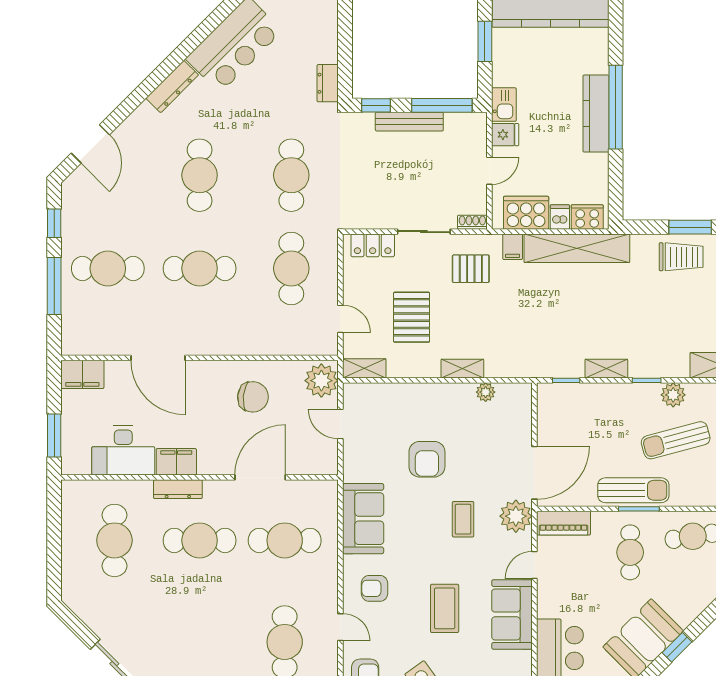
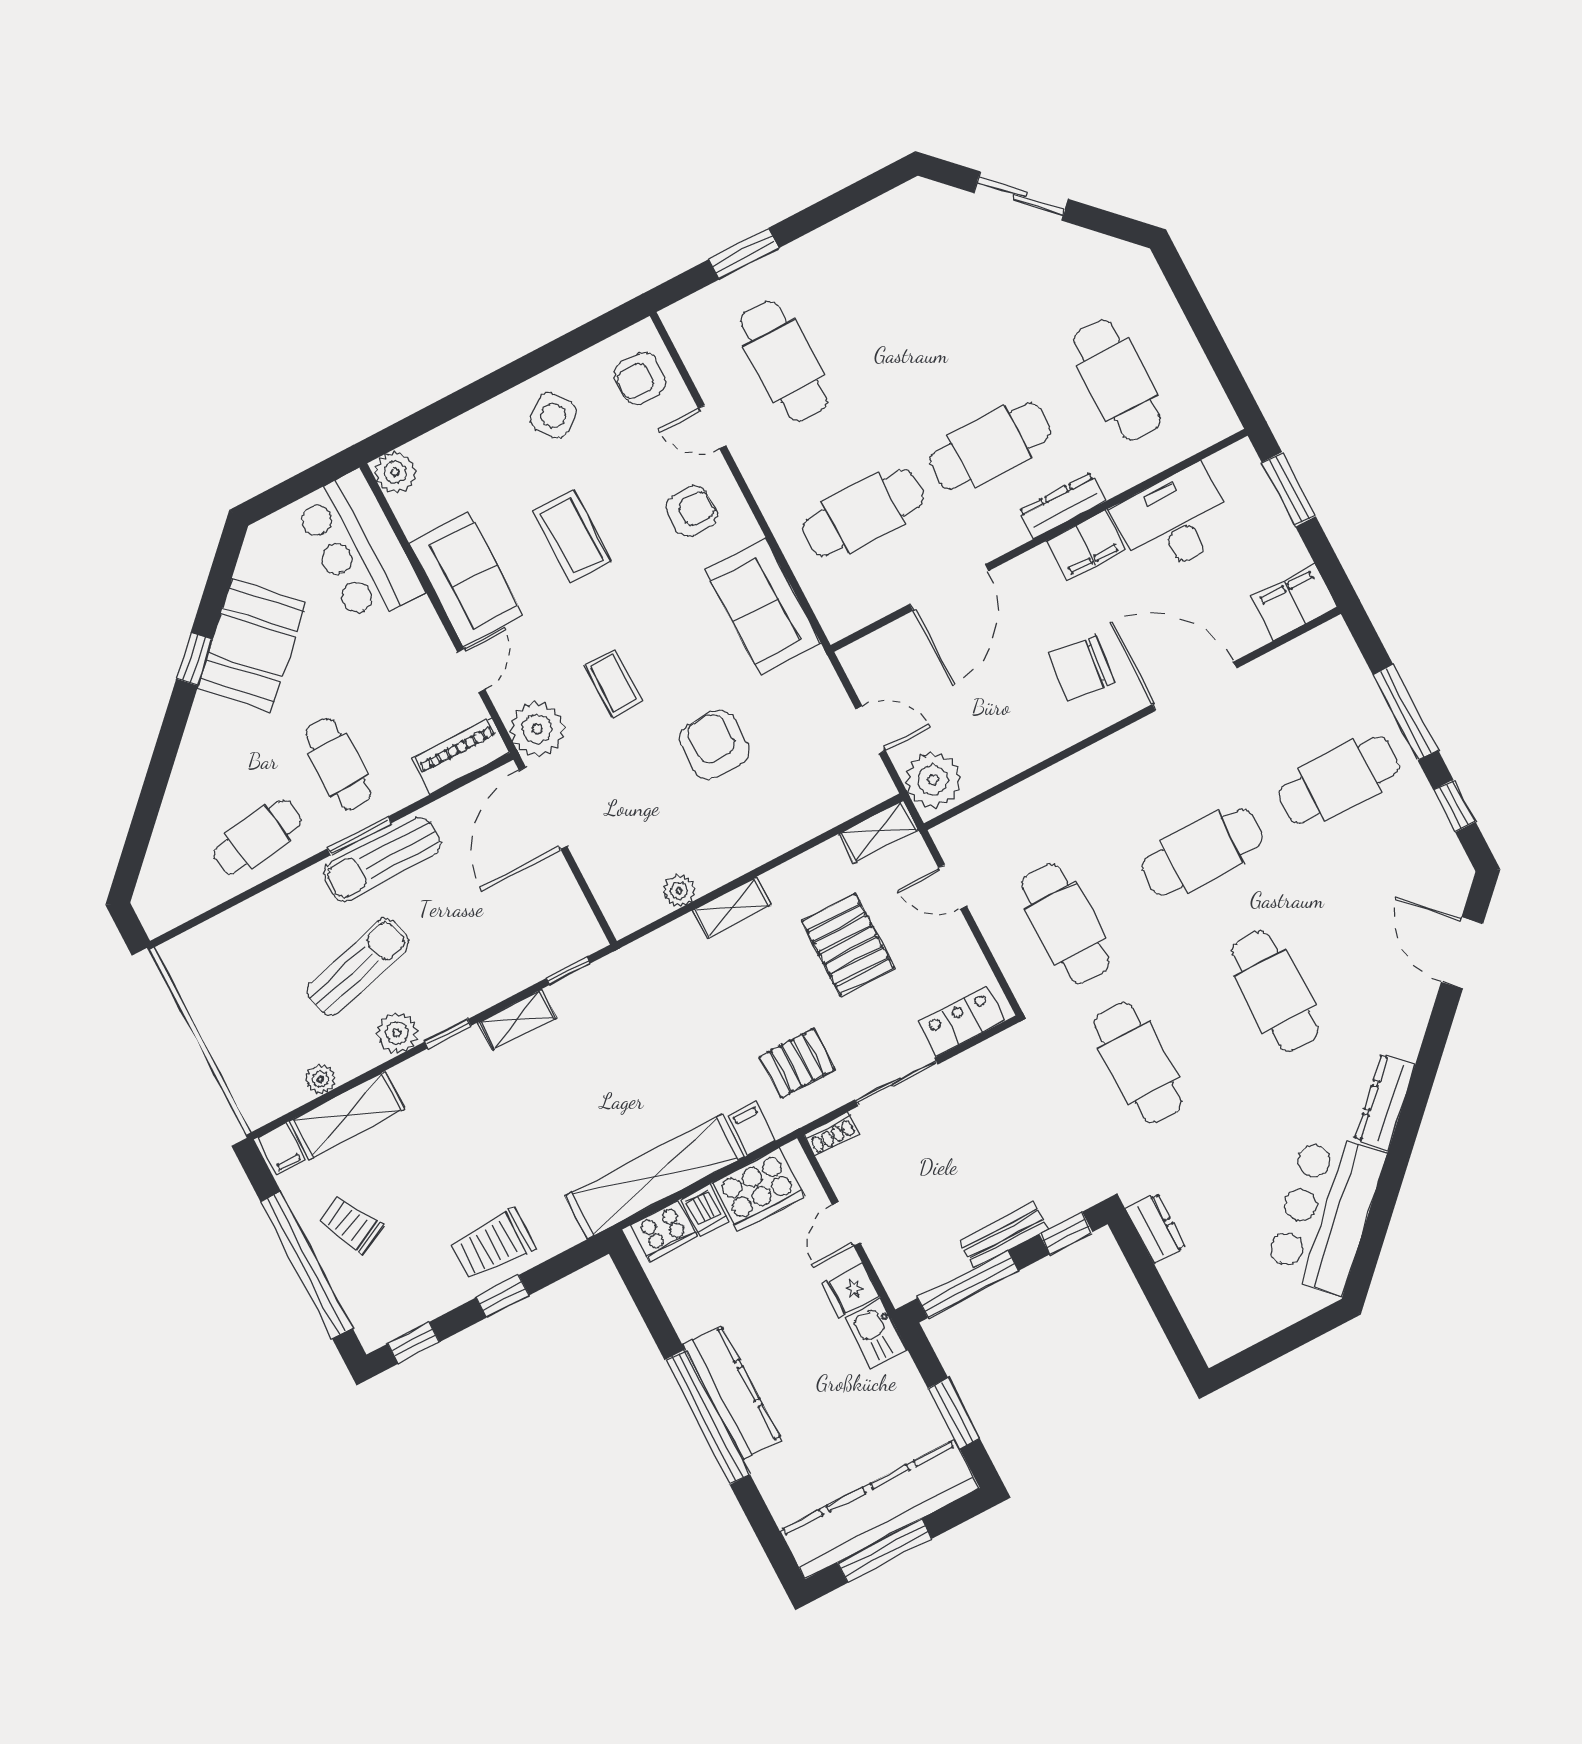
bench: (409, 122) -> (1004, 1235), width x0.73
window: (690, 227) -> (503, 1296), width x0.67
chair: (253, 397) -> (1082, 668), moved

